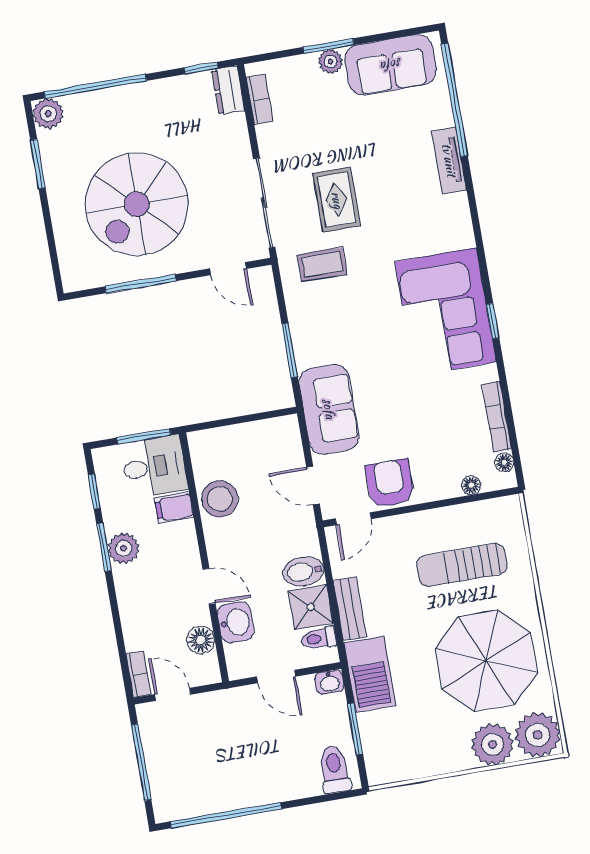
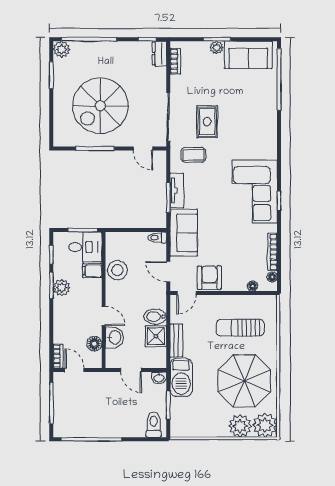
tv unit: (449, 160) -> (177, 191), moved, turned 180
toilet: (319, 638) -> (157, 237), moved

